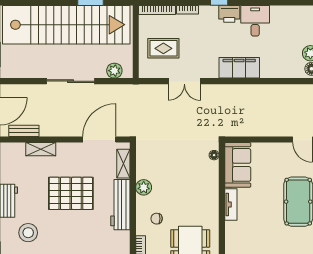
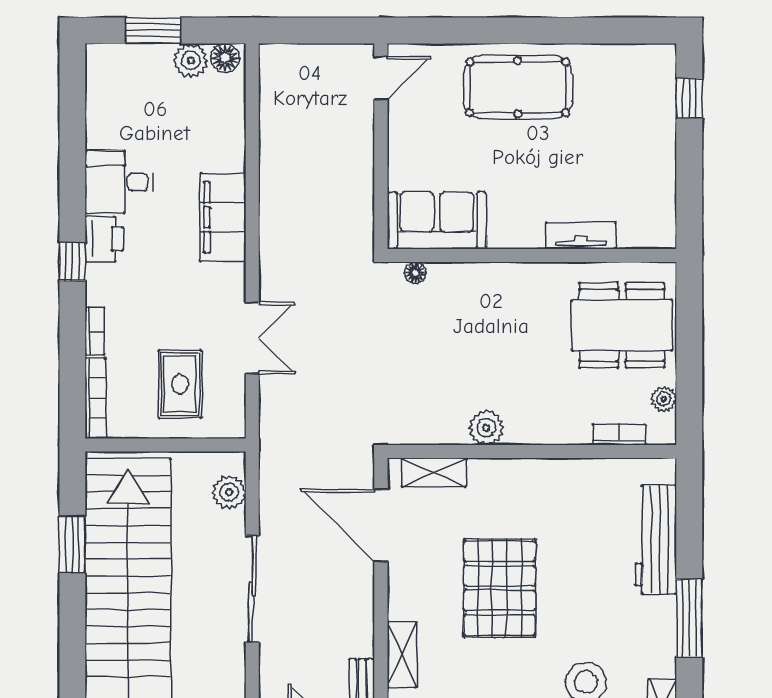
tv unit: (231, 204) -> (581, 236), moved
workbench: (120, 205) -> (524, 479), removed
chair: (157, 219) -> (555, 399), removed

